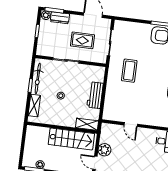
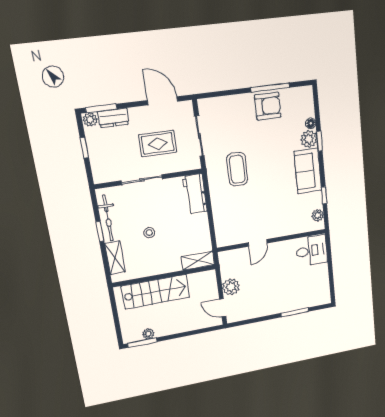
workbench: (95, 95) -> (195, 194), moved
door: (131, 125) -> (258, 243), hinge flipped
stairs: (71, 139) -> (156, 292), moved

